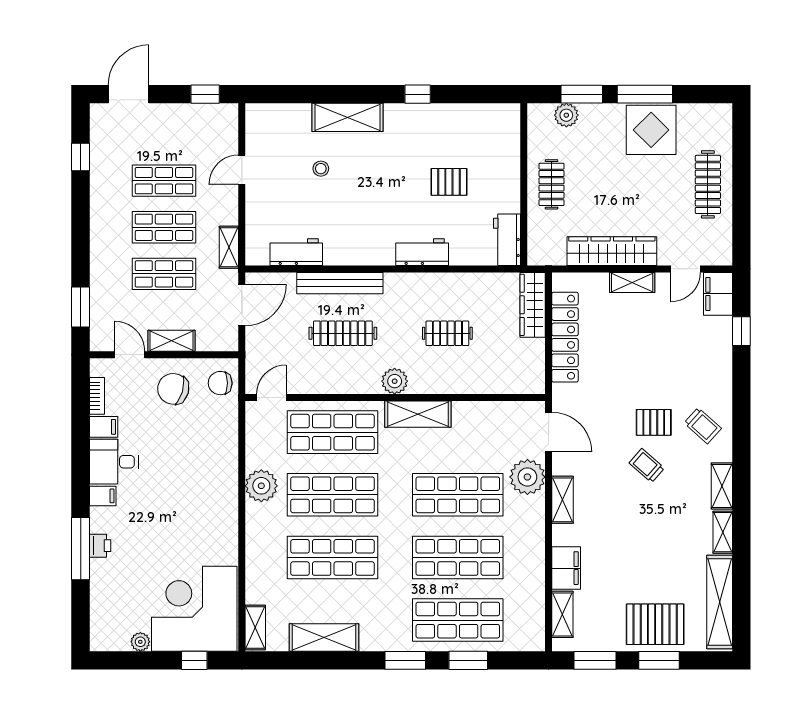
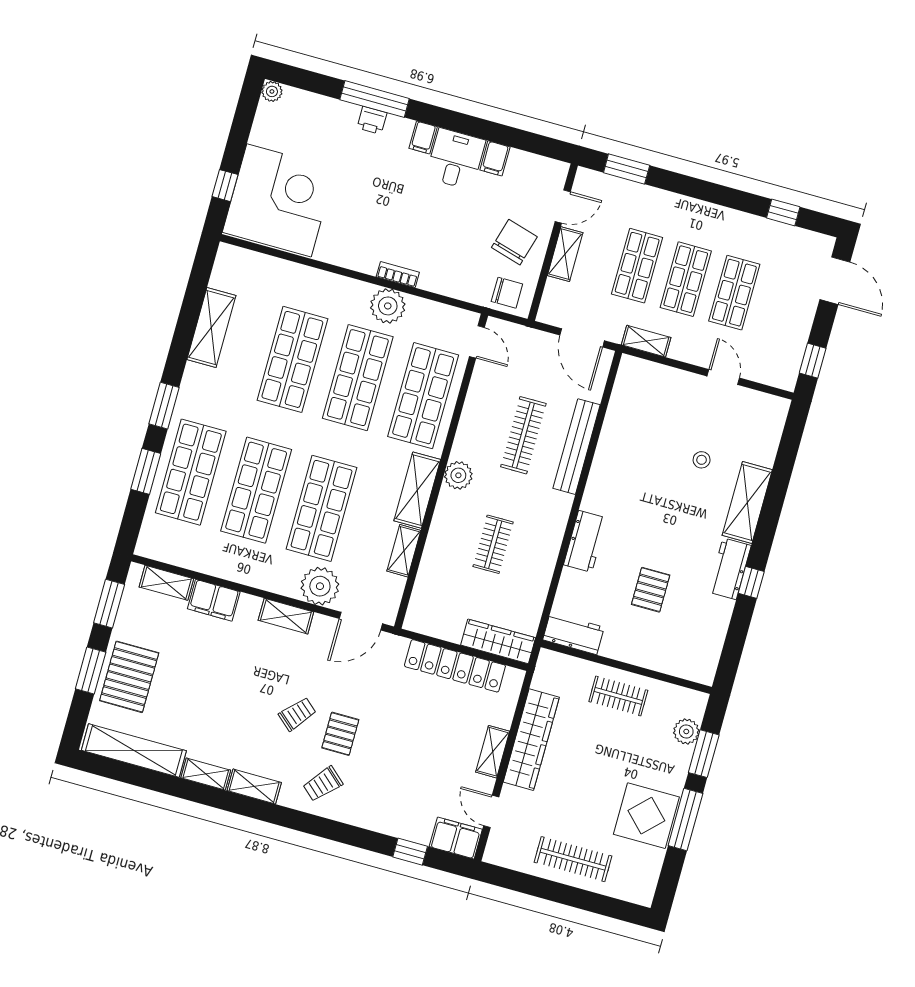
workbench: (296, 252) -> (730, 569), moved, turned 180
chair: (220, 383) -> (507, 293), turned 90
bookcase: (97, 396) -> (398, 275), moved, turned 180
shelving: (255, 627) -> (404, 551), moved, turned 90
plant: (140, 642) -> (272, 91), moved

